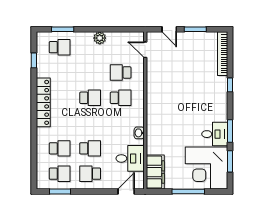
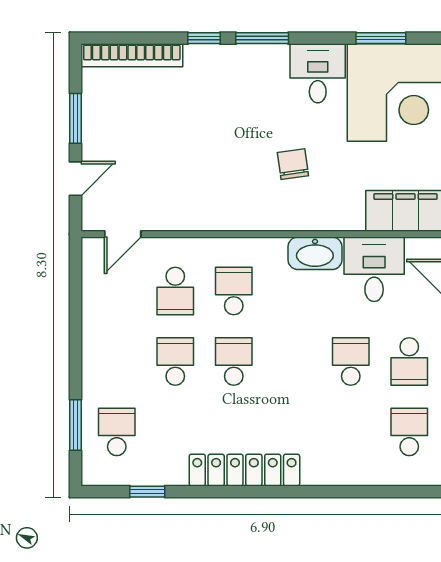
plant: (100, 38) -> (96, 339), removed
chair: (175, 123) -> (293, 164), added
window: (230, 131) -> (262, 38), moved
washbasin: (139, 133) -> (315, 253), width x1.91, depth x1.45
school desk: (60, 148) -> (175, 361), moved

